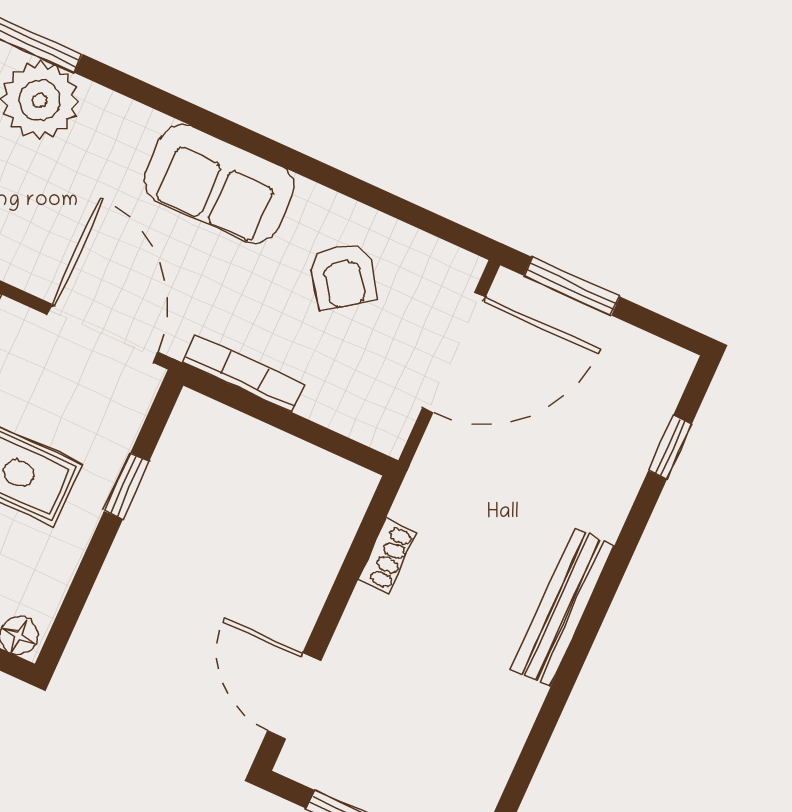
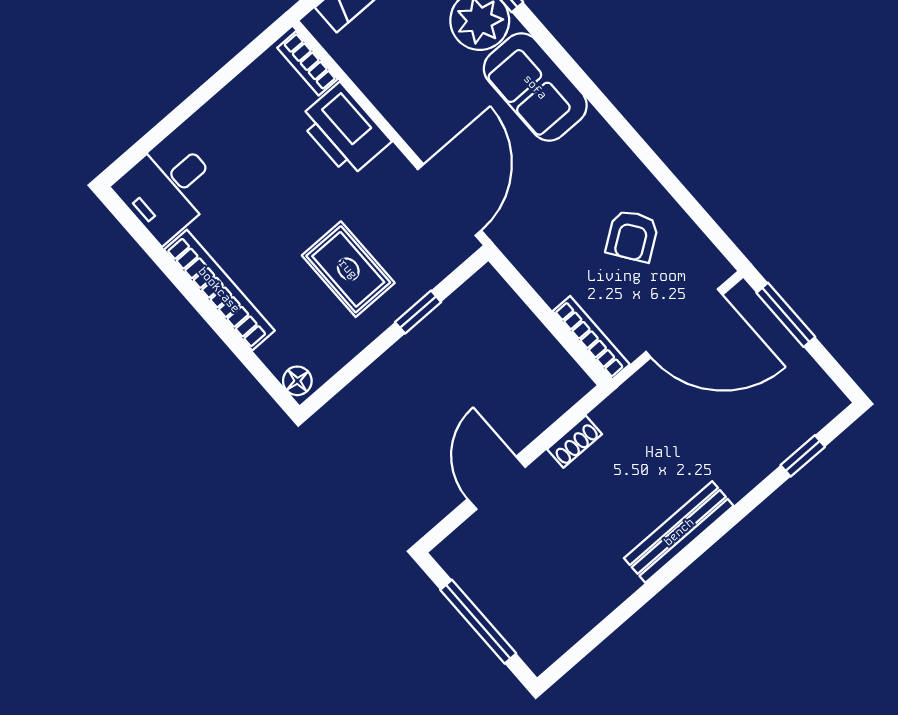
sofa: (219, 184) -> (535, 87), moved
bookcase: (244, 373) -> (591, 338), moved
door: (294, 696) -> (496, 483), moved

